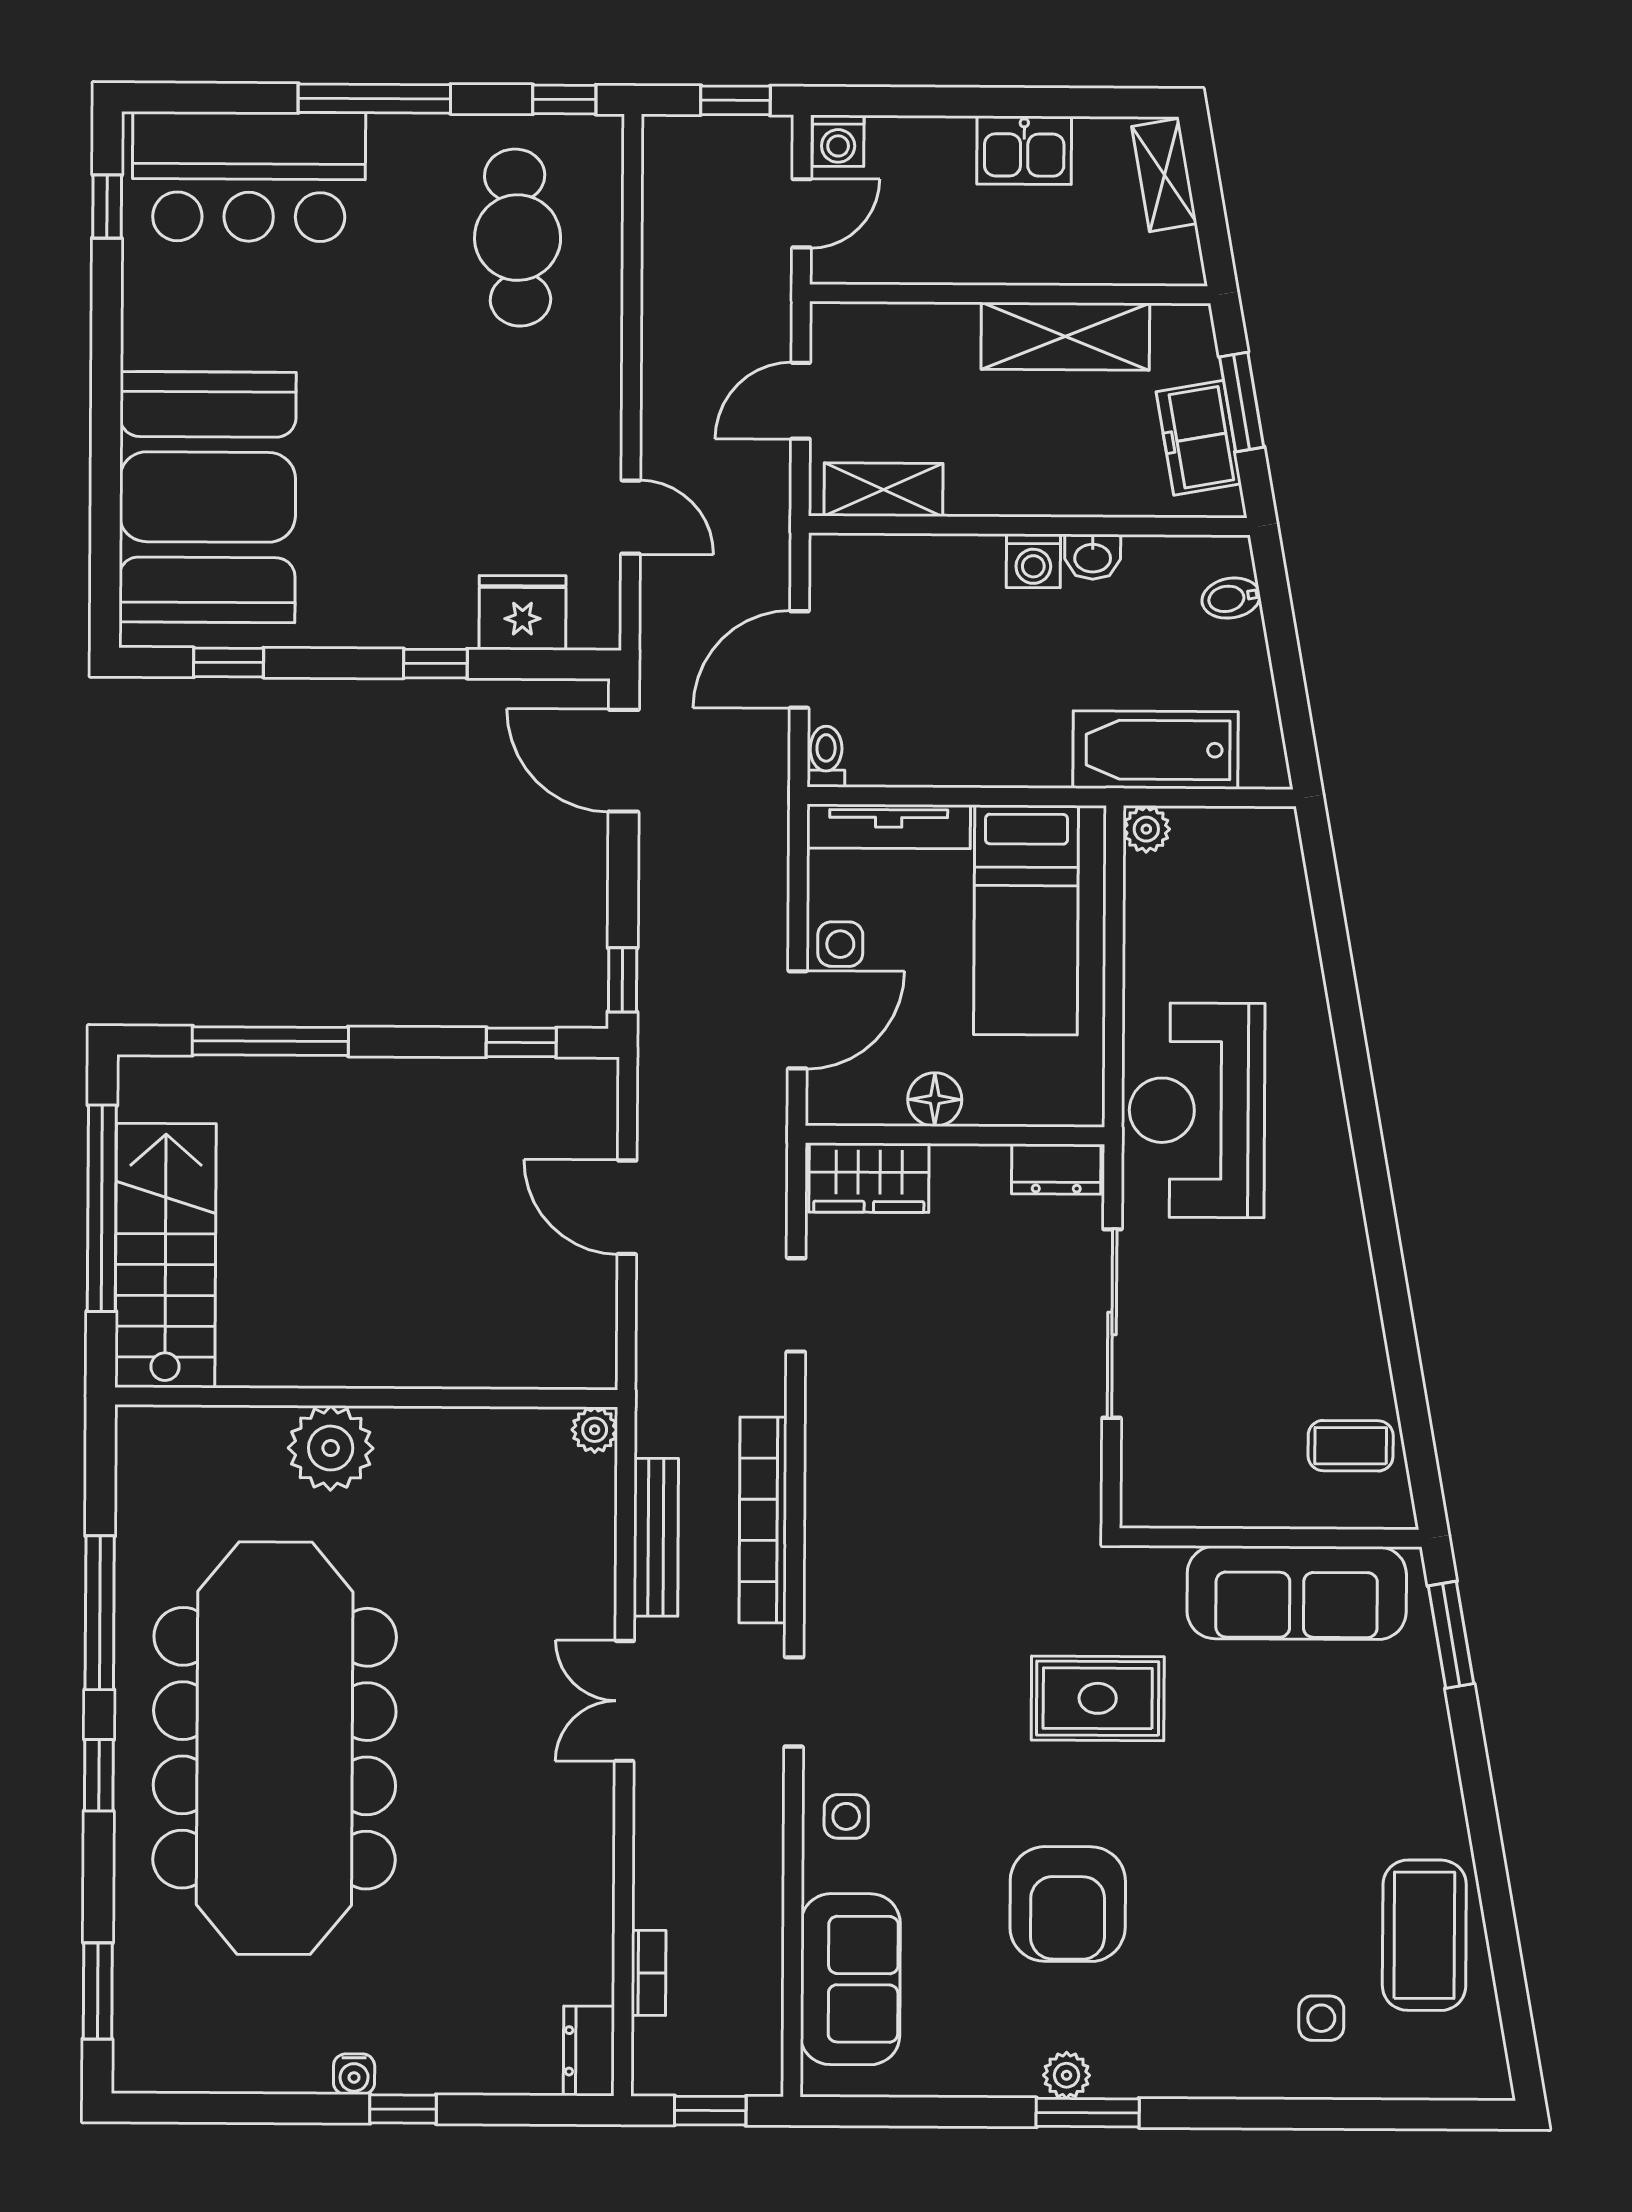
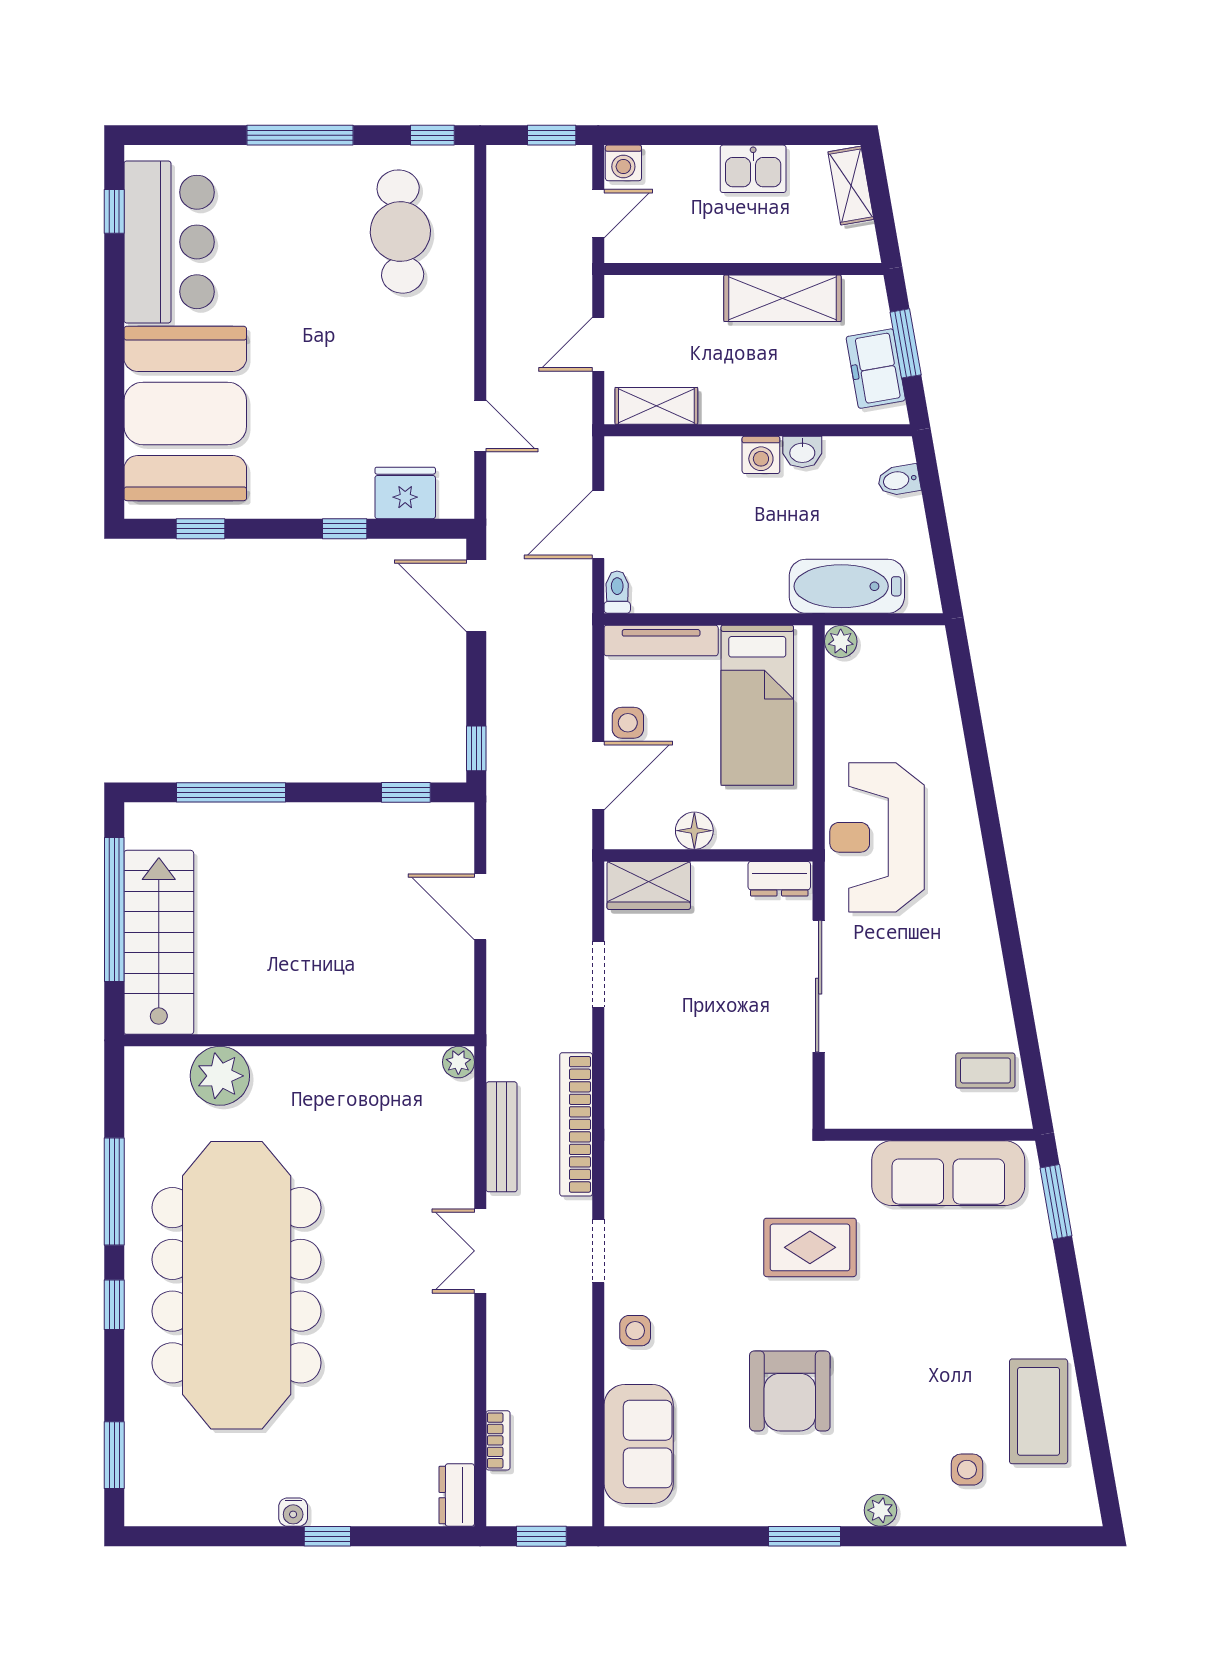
bar counter: (249, 177) -> (169, 242), moved, turned -90
plant: (331, 1448) -> (220, 1076), moved
plant: (1067, 2075) -> (880, 1510), moved

